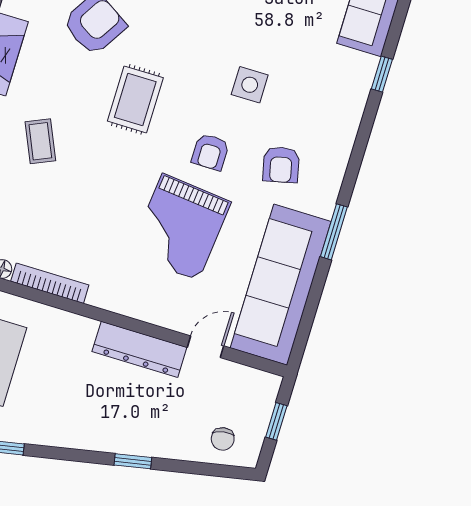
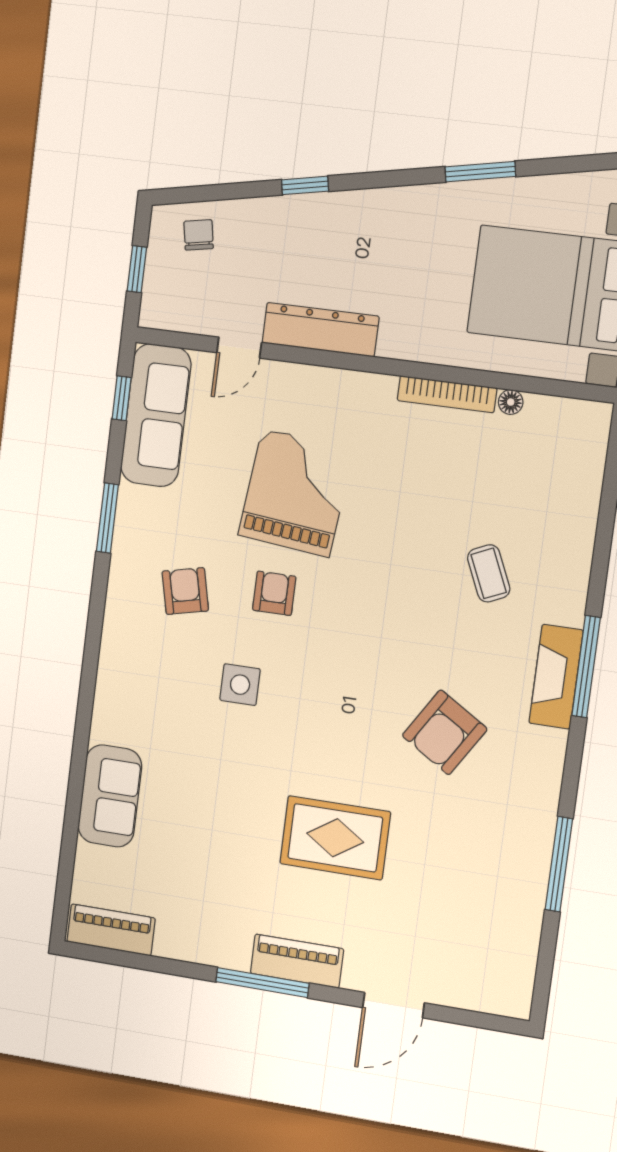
window: (382, 74) -> (122, 398), moved
rug: (135, 99) -> (378, 645), removed
sofa: (281, 285) -> (156, 415), width x0.74, depth x0.79

